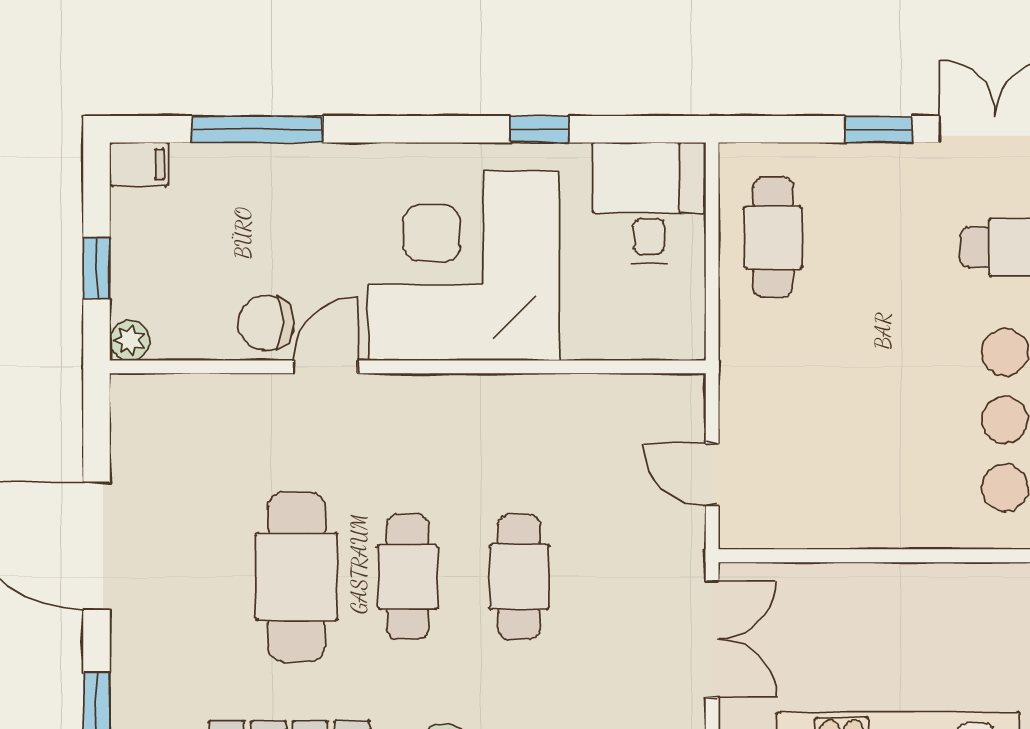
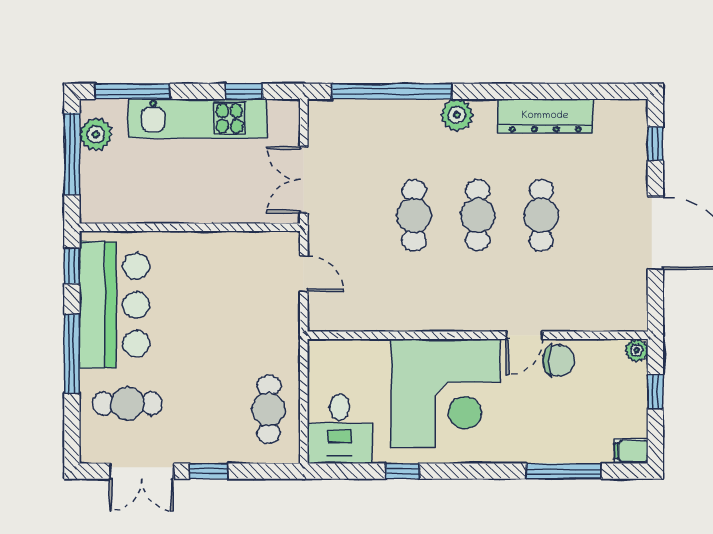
cafe table: (296, 577) -> (541, 215), width x0.73, depth x0.74

